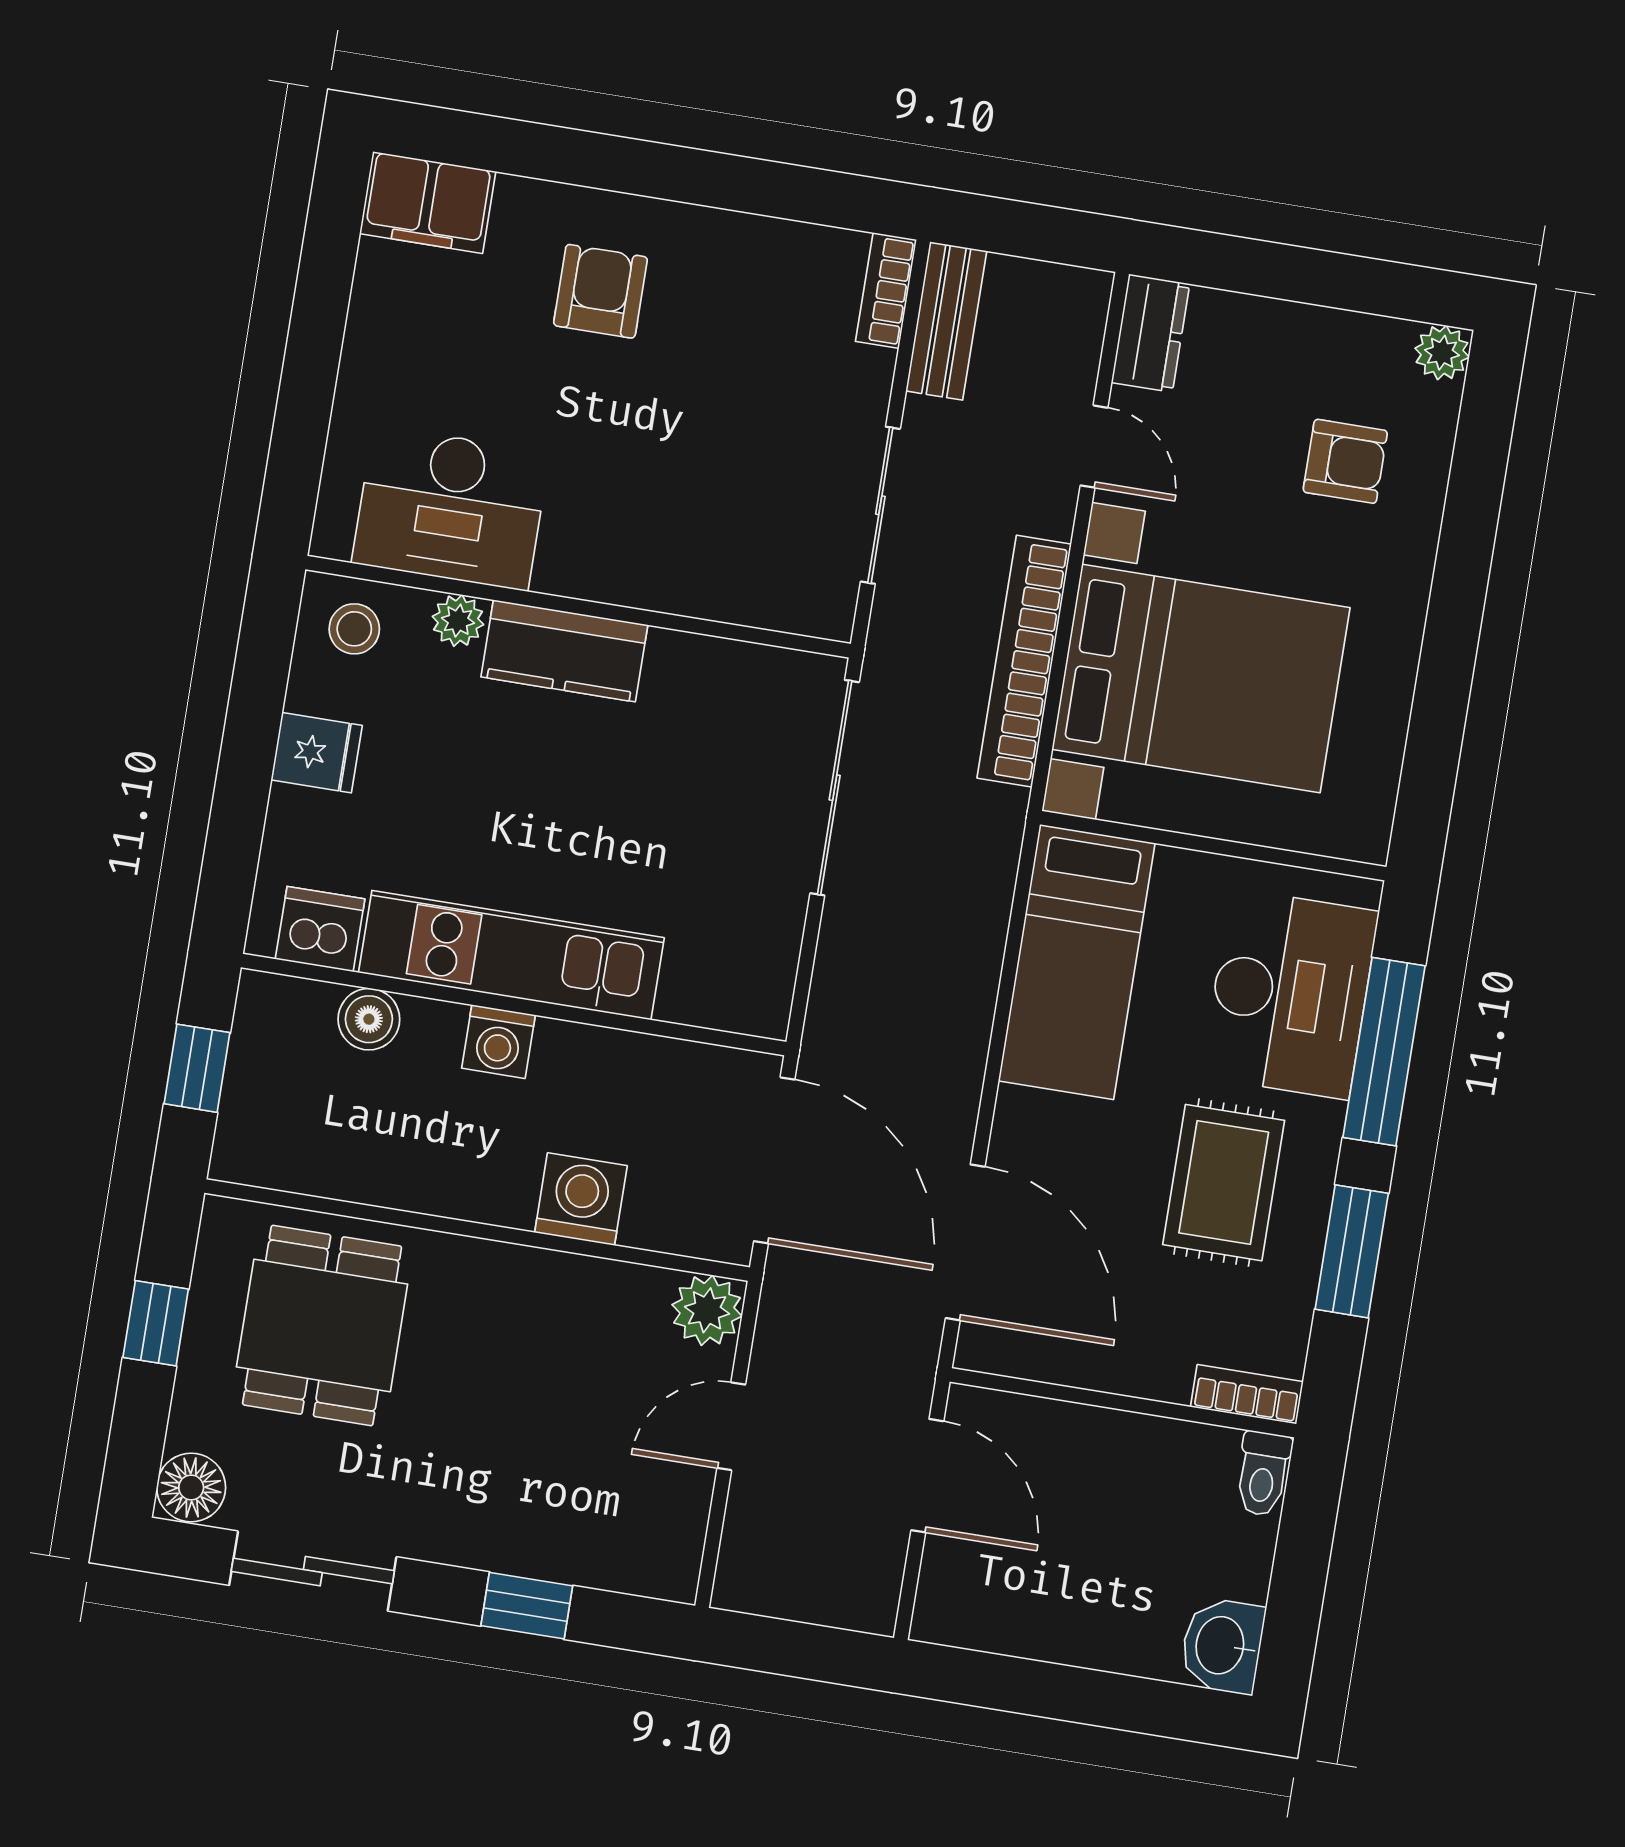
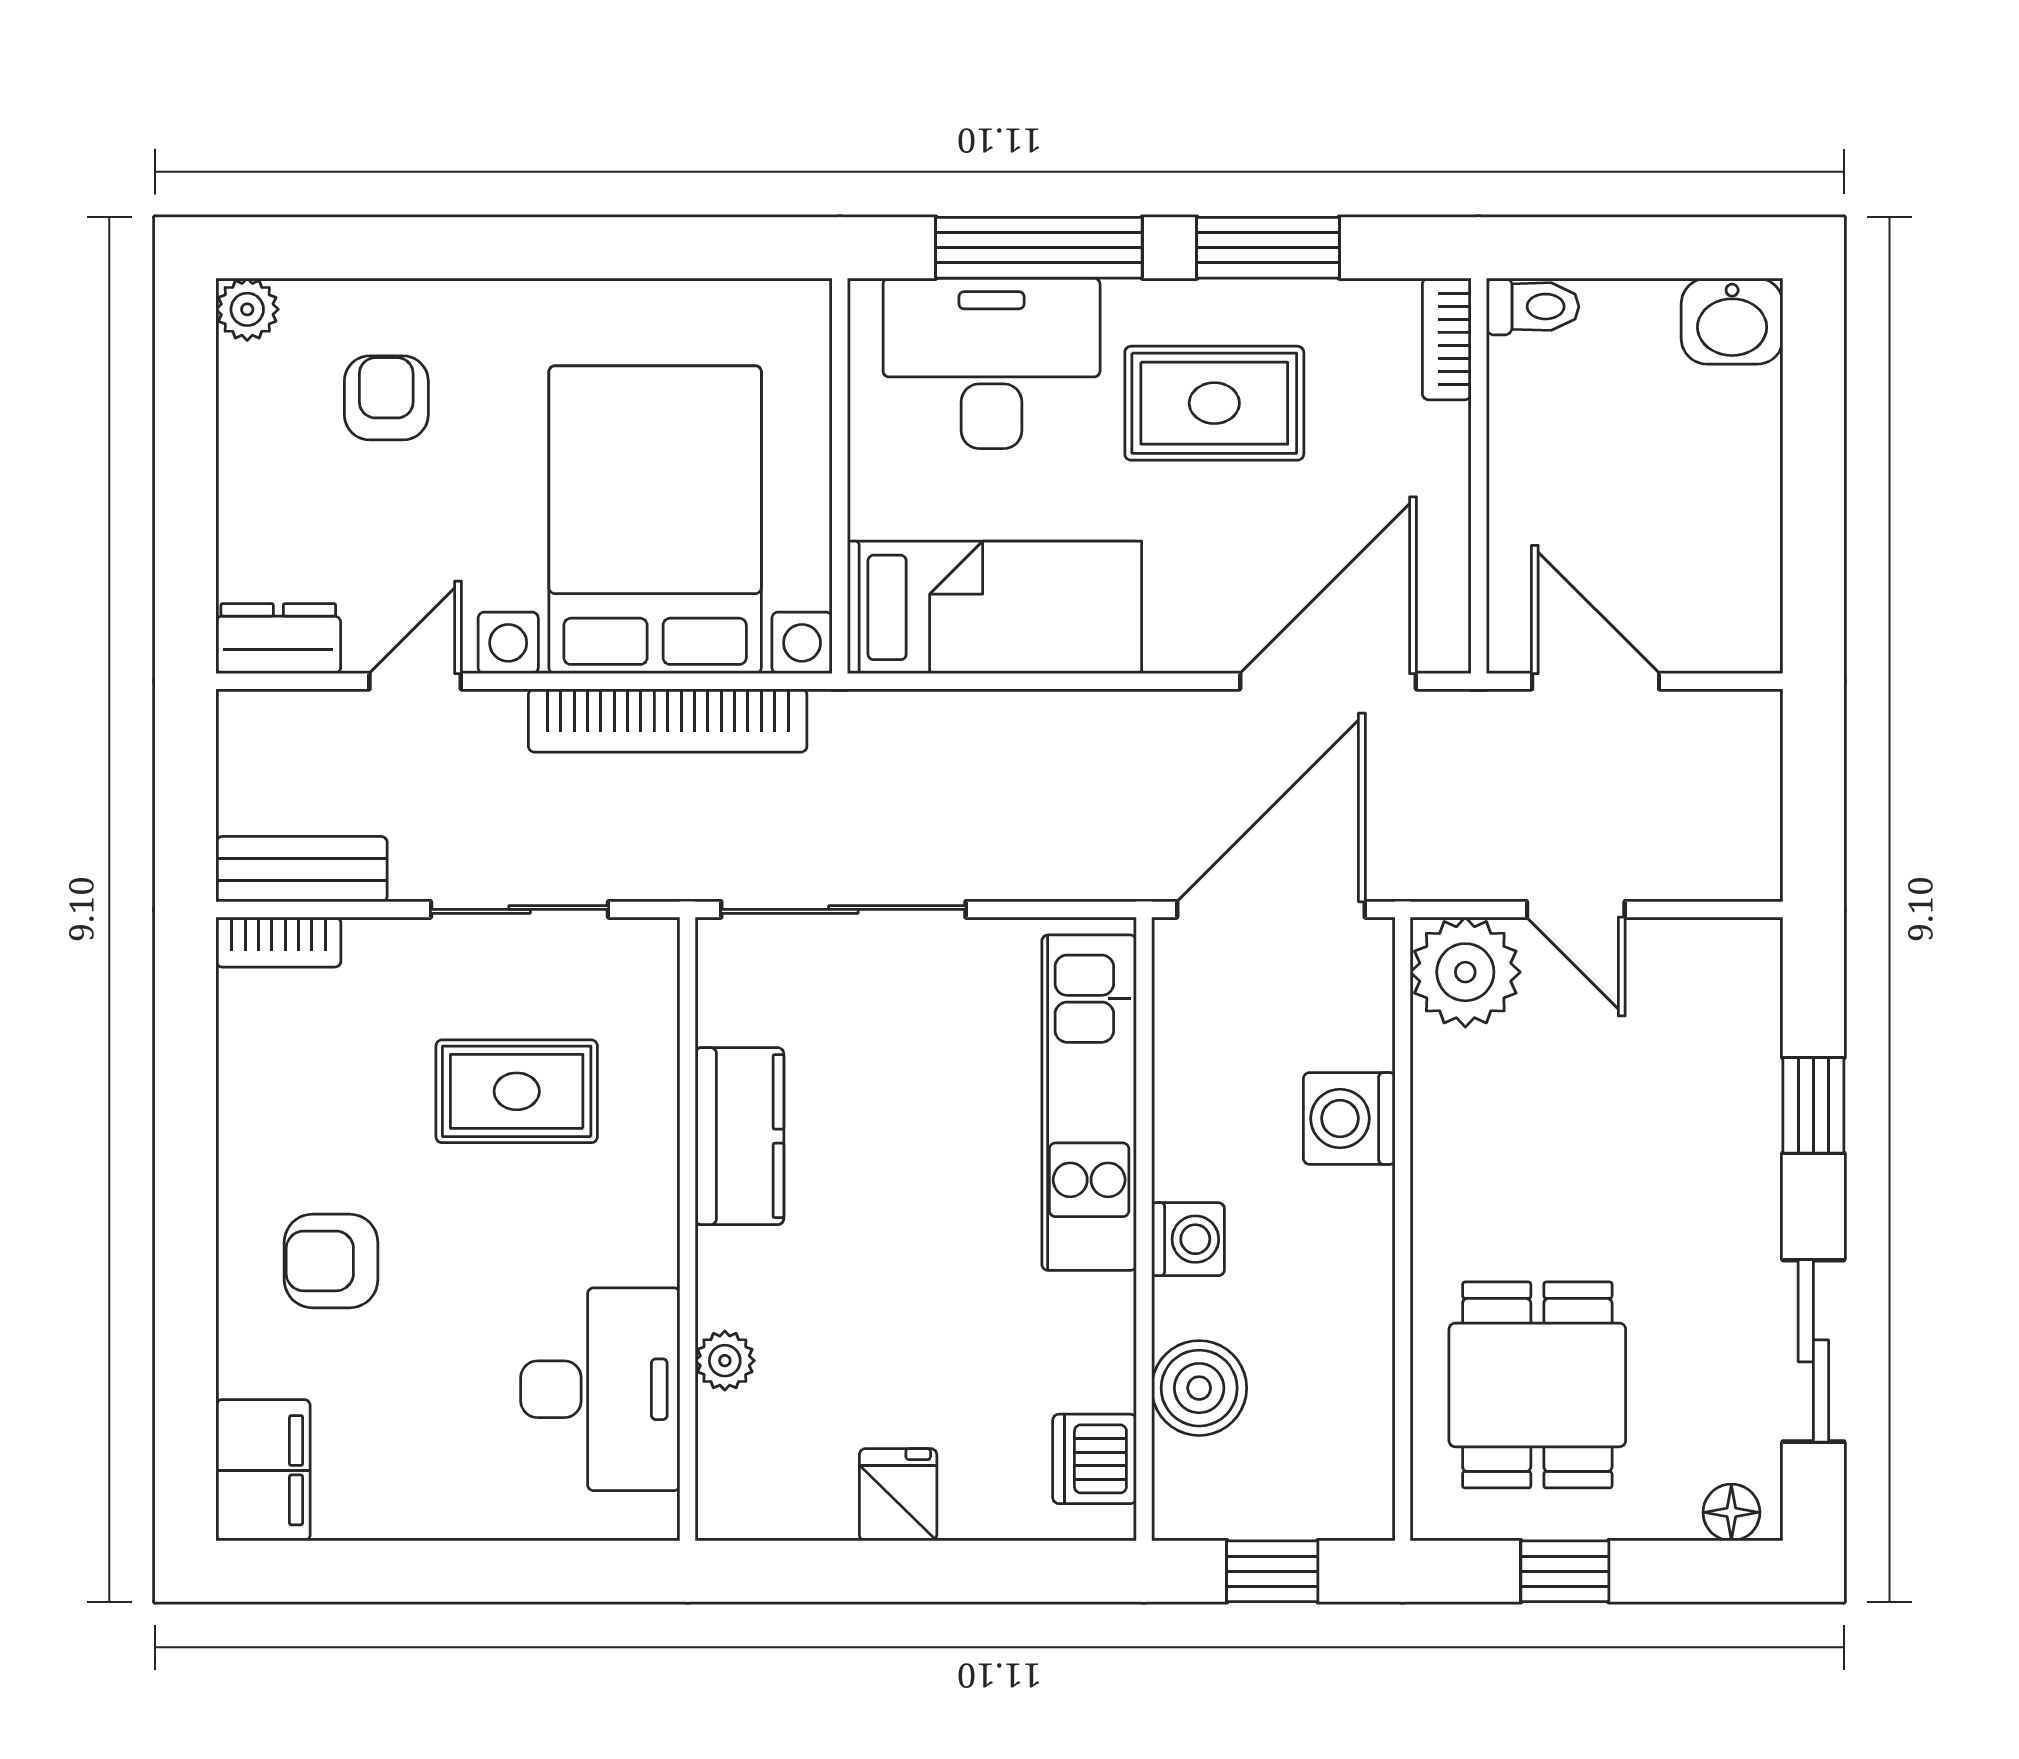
rug: (722, 477) -> (517, 1091), added
stool: (354, 629) -> (753, 1475), removed
kitchen counter: (564, 651) -> (739, 1136), moved
kitchen unit: (511, 955) -> (1089, 1103), moved
boiler: (369, 1019) -> (1199, 1388), width x1.36, depth x1.36
plant: (707, 1310) -> (1465, 972), width x1.36, depth x1.36
dining table: (322, 1326) -> (1537, 1385), turned 90
door: (927, 1476) -> (1596, 681), hinge flipped
floor lamp: (191, 1488) -> (1731, 1512), width x0.73, depth x0.73

